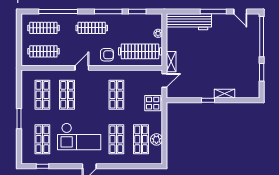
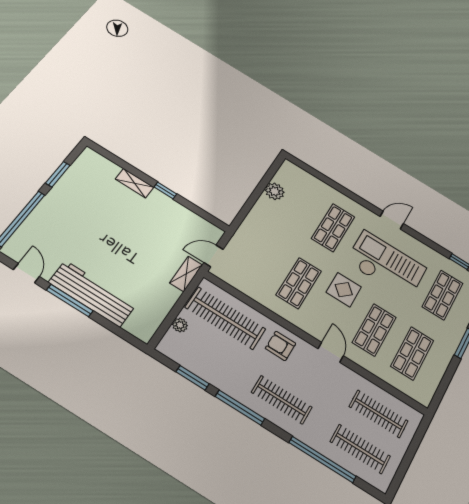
workbench: (189, 22) -> (92, 294), moved
door: (82, 68) -> (331, 352), swing flipped
display table: (153, 103) -> (344, 290), moved
shop shelf: (141, 139) -> (297, 205), removed

